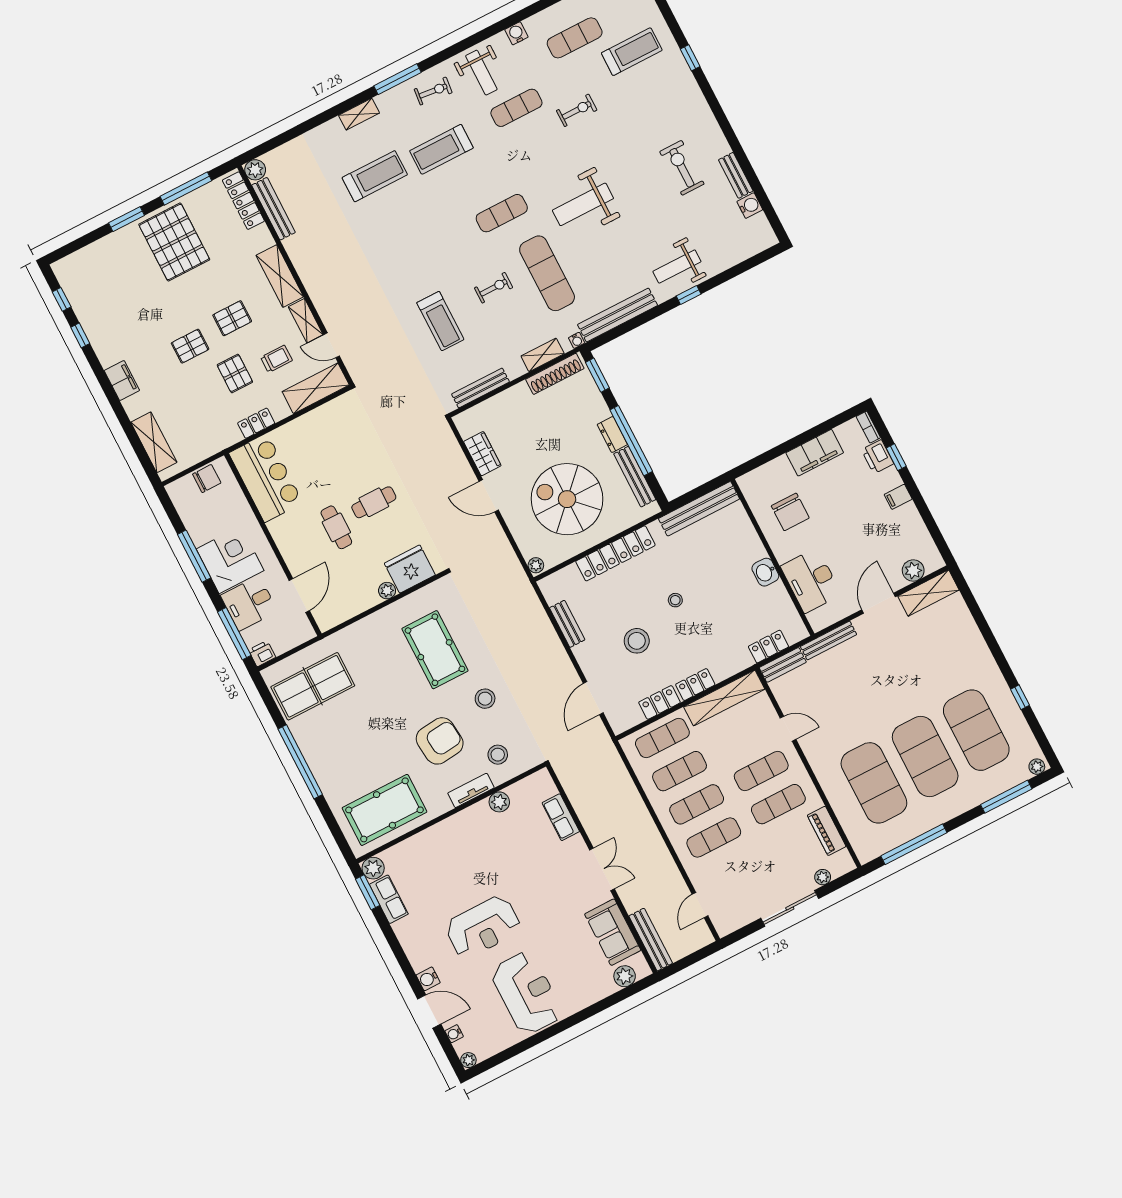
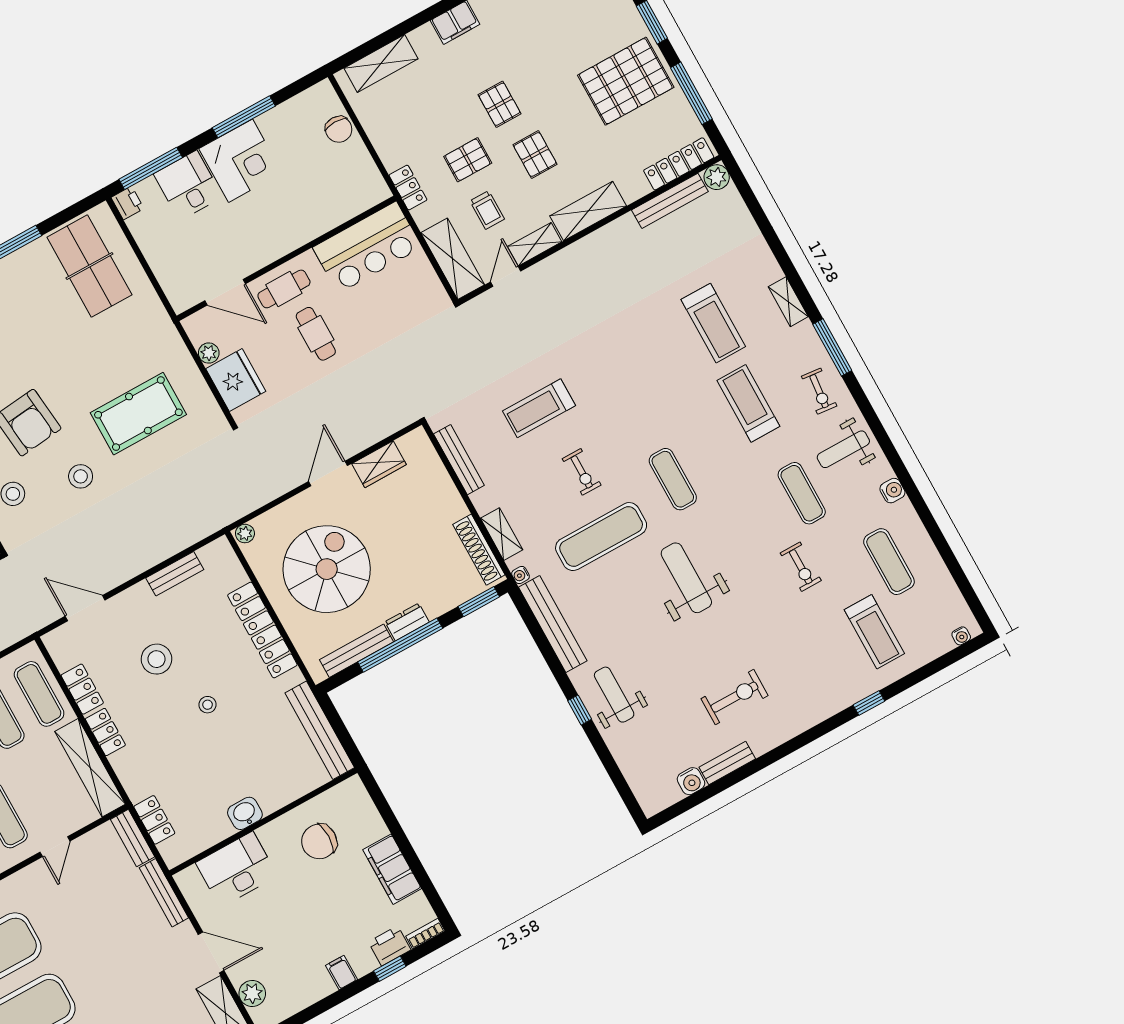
bar counter: (266, 478) -> (367, 247), moved
wall: (273, 544) -> (286, 258), moved
door: (299, 595) -> (225, 292), moved

